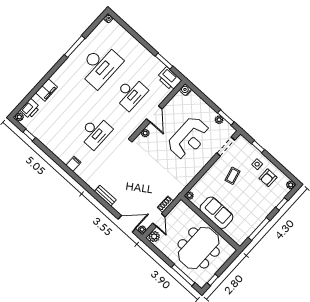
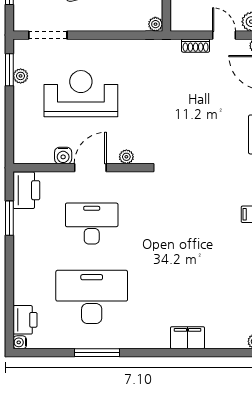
water cooler: (185, 90) -> (63, 156), moved
printer: (30, 109) -> (25, 320), moved, turned 90
desk: (95, 132) -> (185, 224), removed
door: (159, 220) -> (224, 35), hinge flipped

